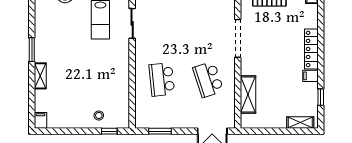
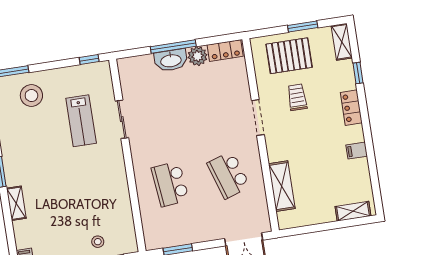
trolley: (271, 27) -> (297, 97), added
doorway: (238, 38) -> (258, 118), width x0.73
locker: (311, 49) -> (351, 108), width x0.66
window: (321, 97) -> (358, 73), moved

